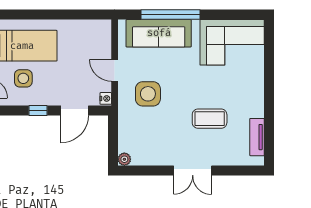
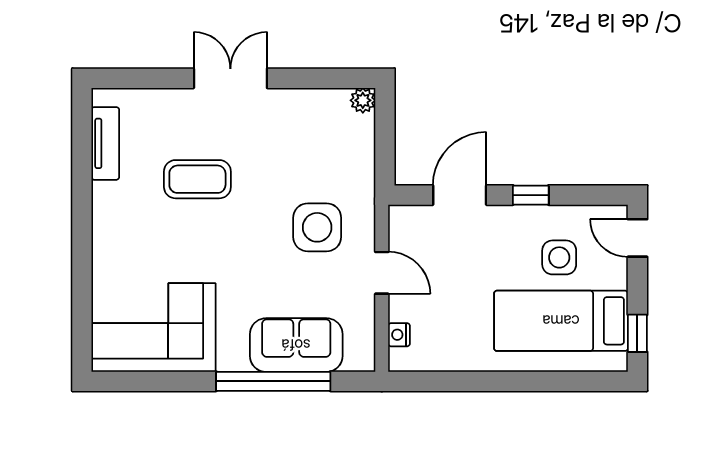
sofa: (159, 33) -> (296, 345), width x0.73
nightstand: (106, 98) -> (399, 335), moved

